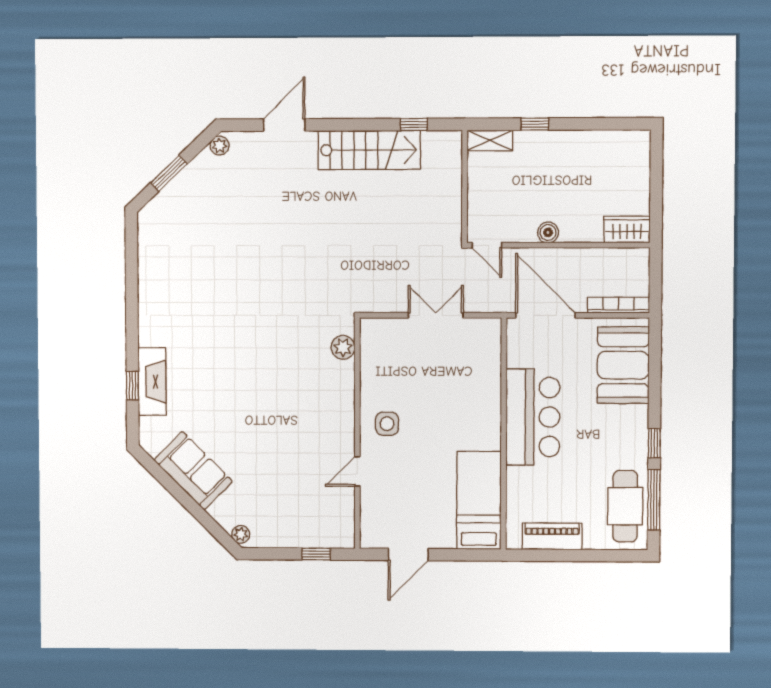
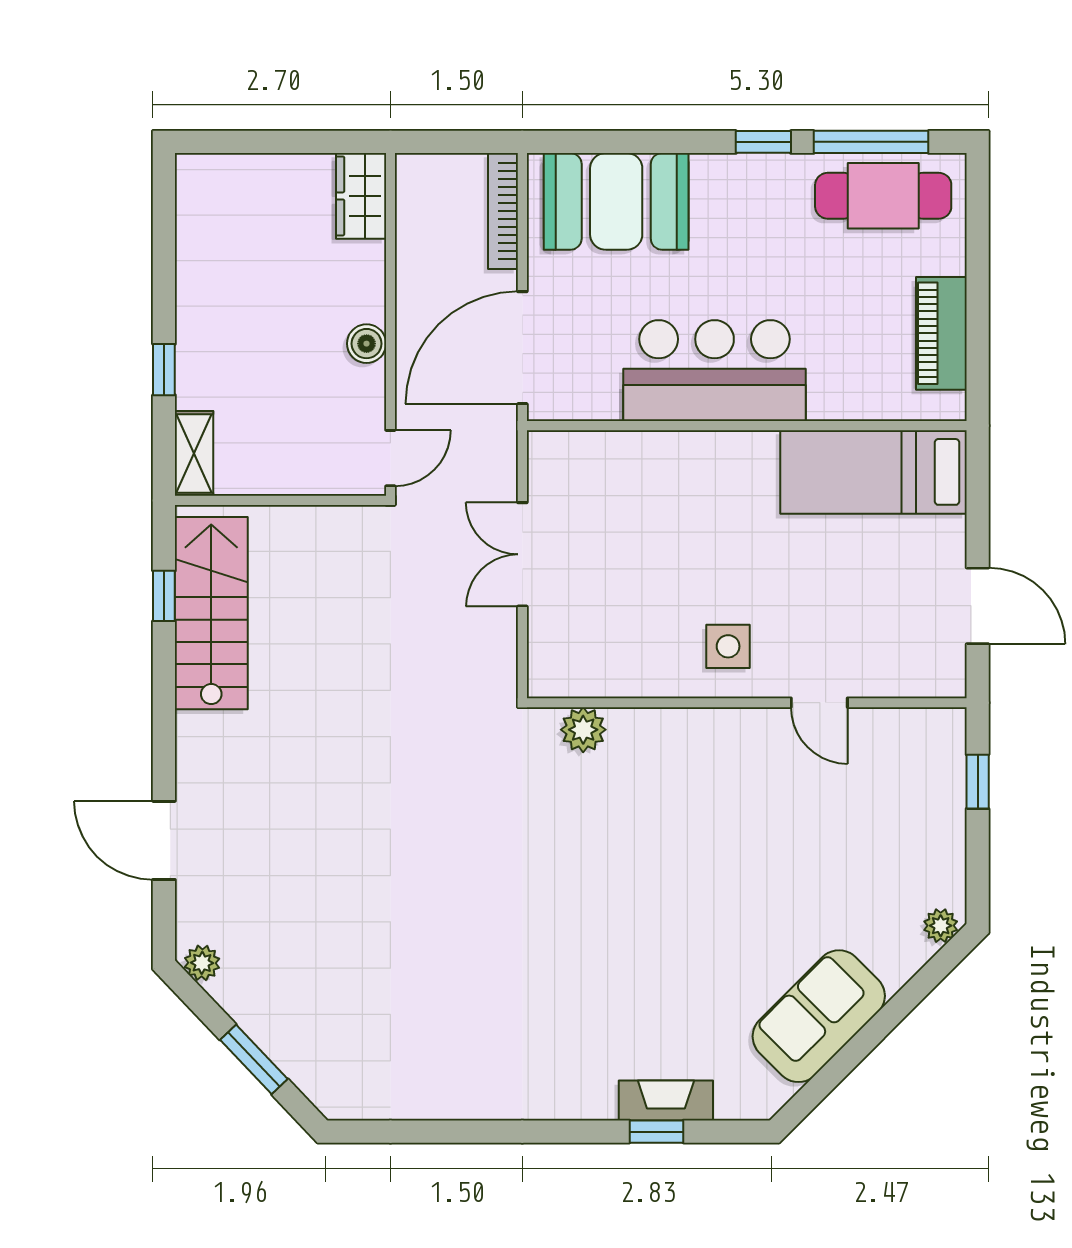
stairs: (369, 150) -> (211, 613), moved
fireplace: (152, 382) -> (666, 1100), width x0.73, depth x0.76

